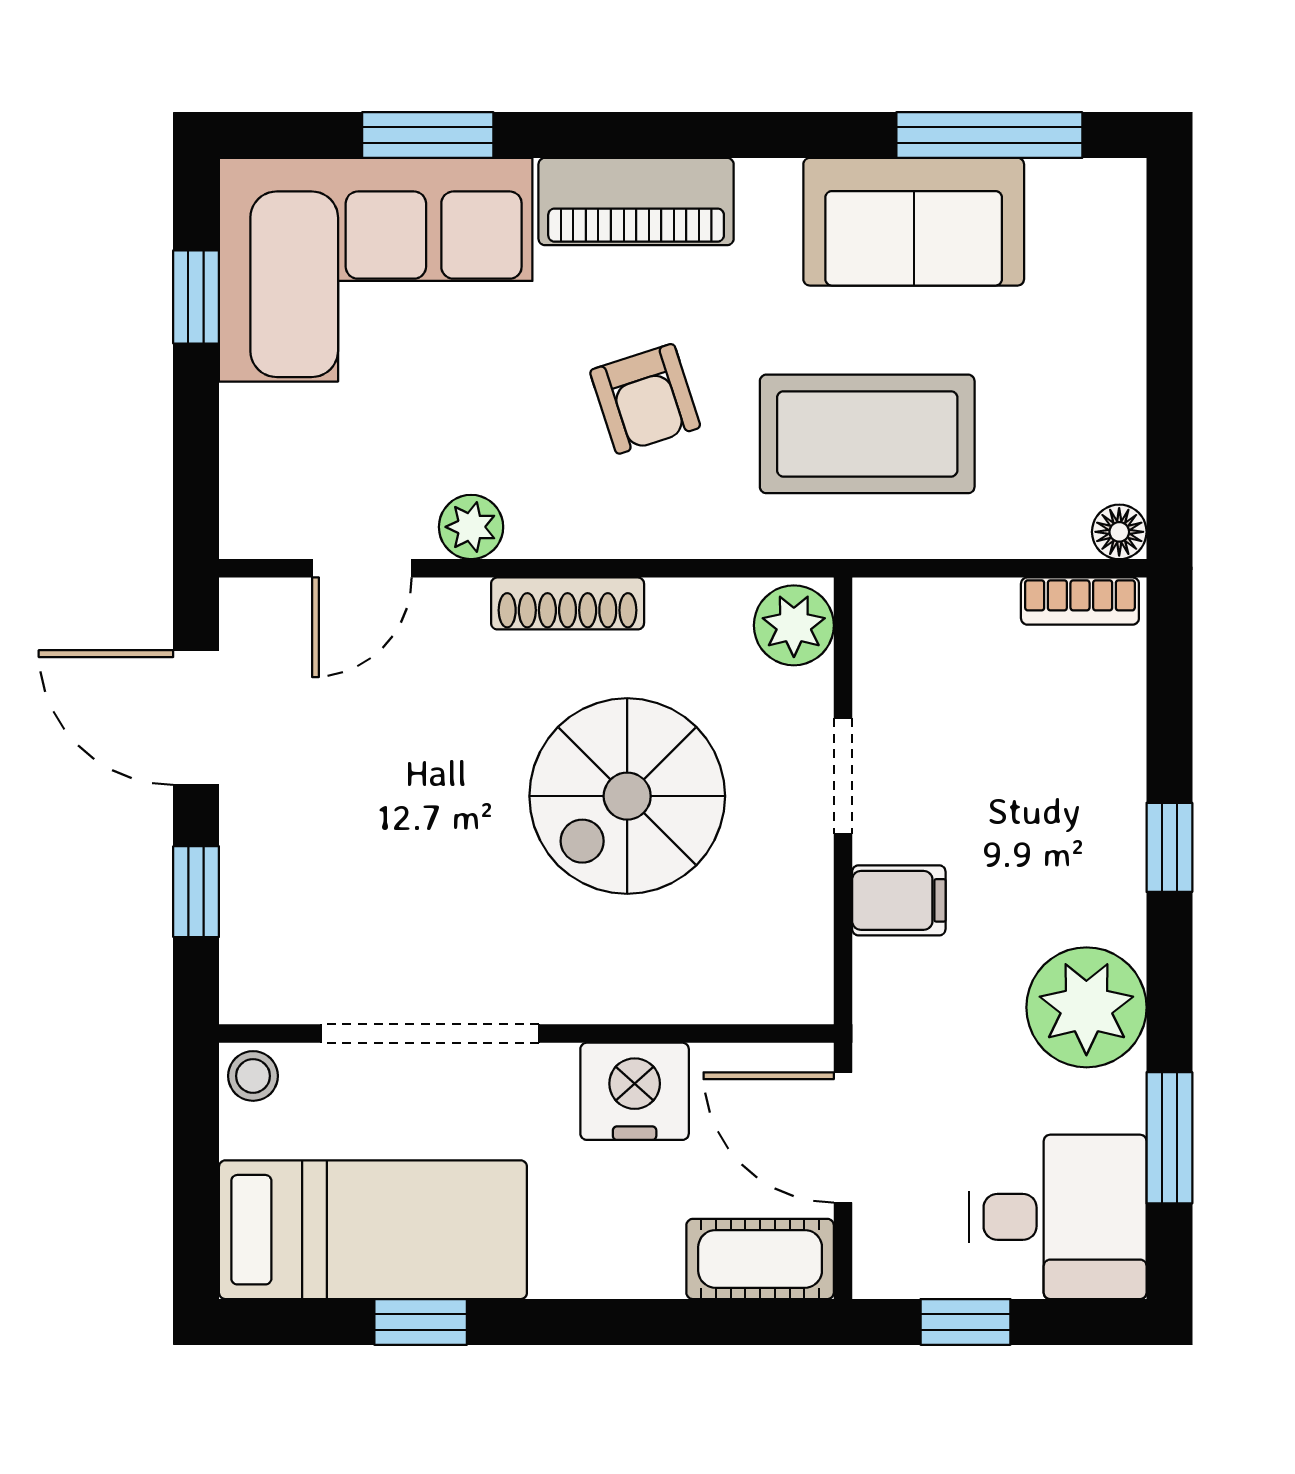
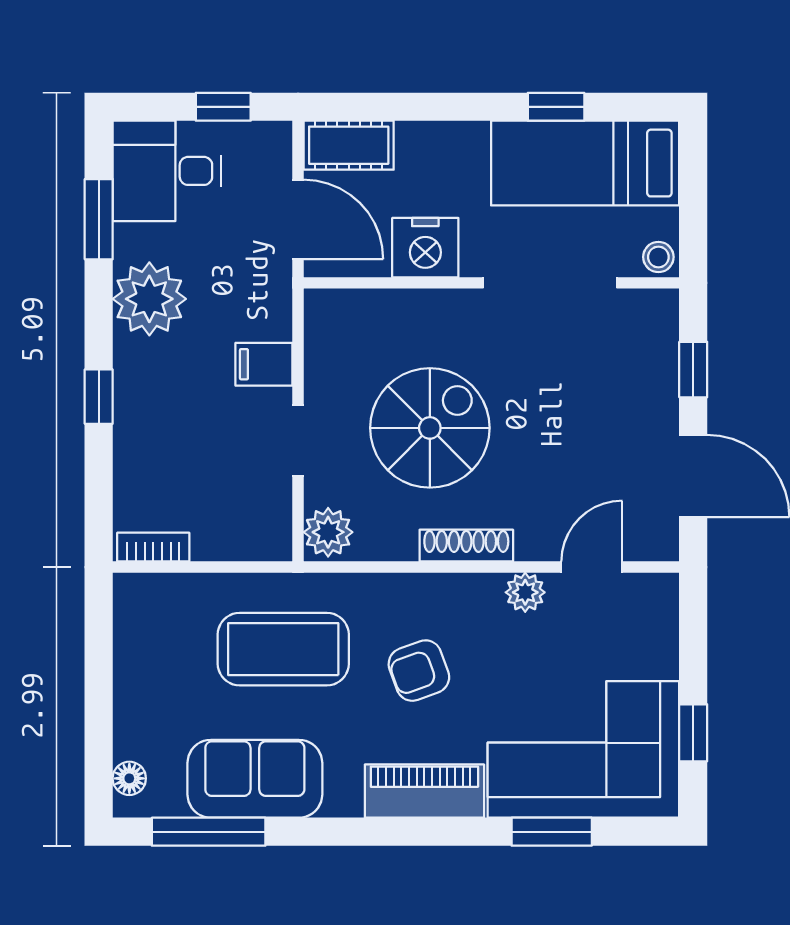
armchair: (645, 399) -> (419, 671), turned -92
floor lamp: (1119, 532) -> (129, 778), moved

